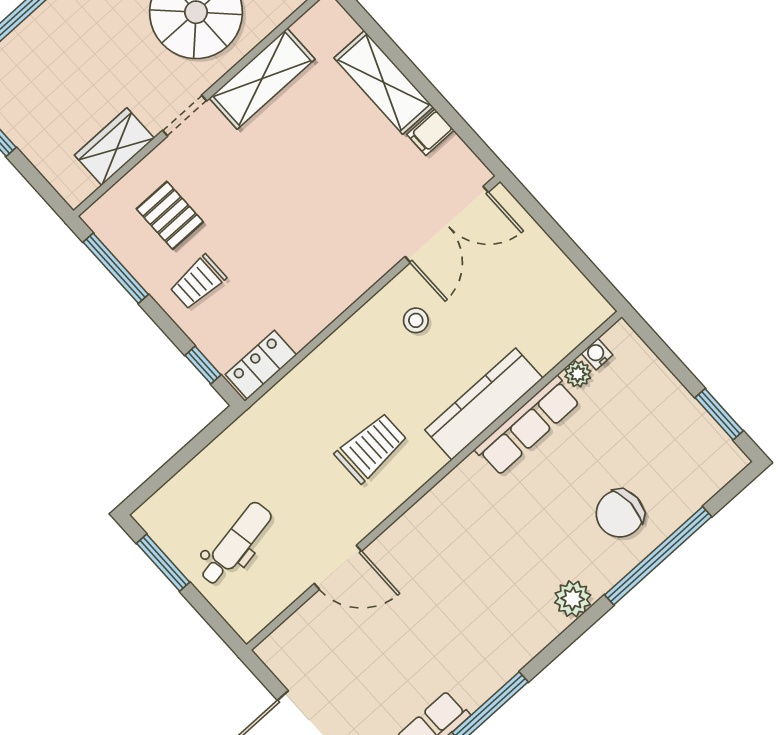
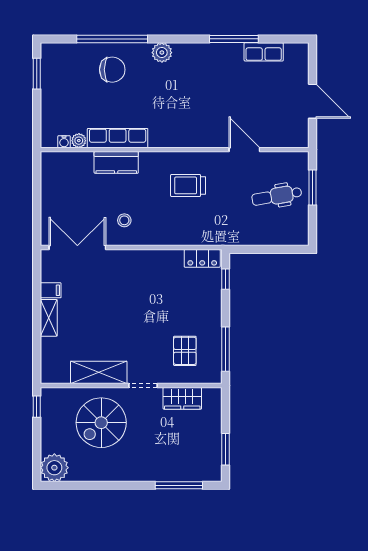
shelving: (384, 82) -> (49, 318), width x0.67, depth x0.75
trolley: (198, 282) -> (198, 314), removed
kitchen counter: (484, 404) -> (116, 162), width x0.67
window: (163, 563) -> (313, 187), moved

